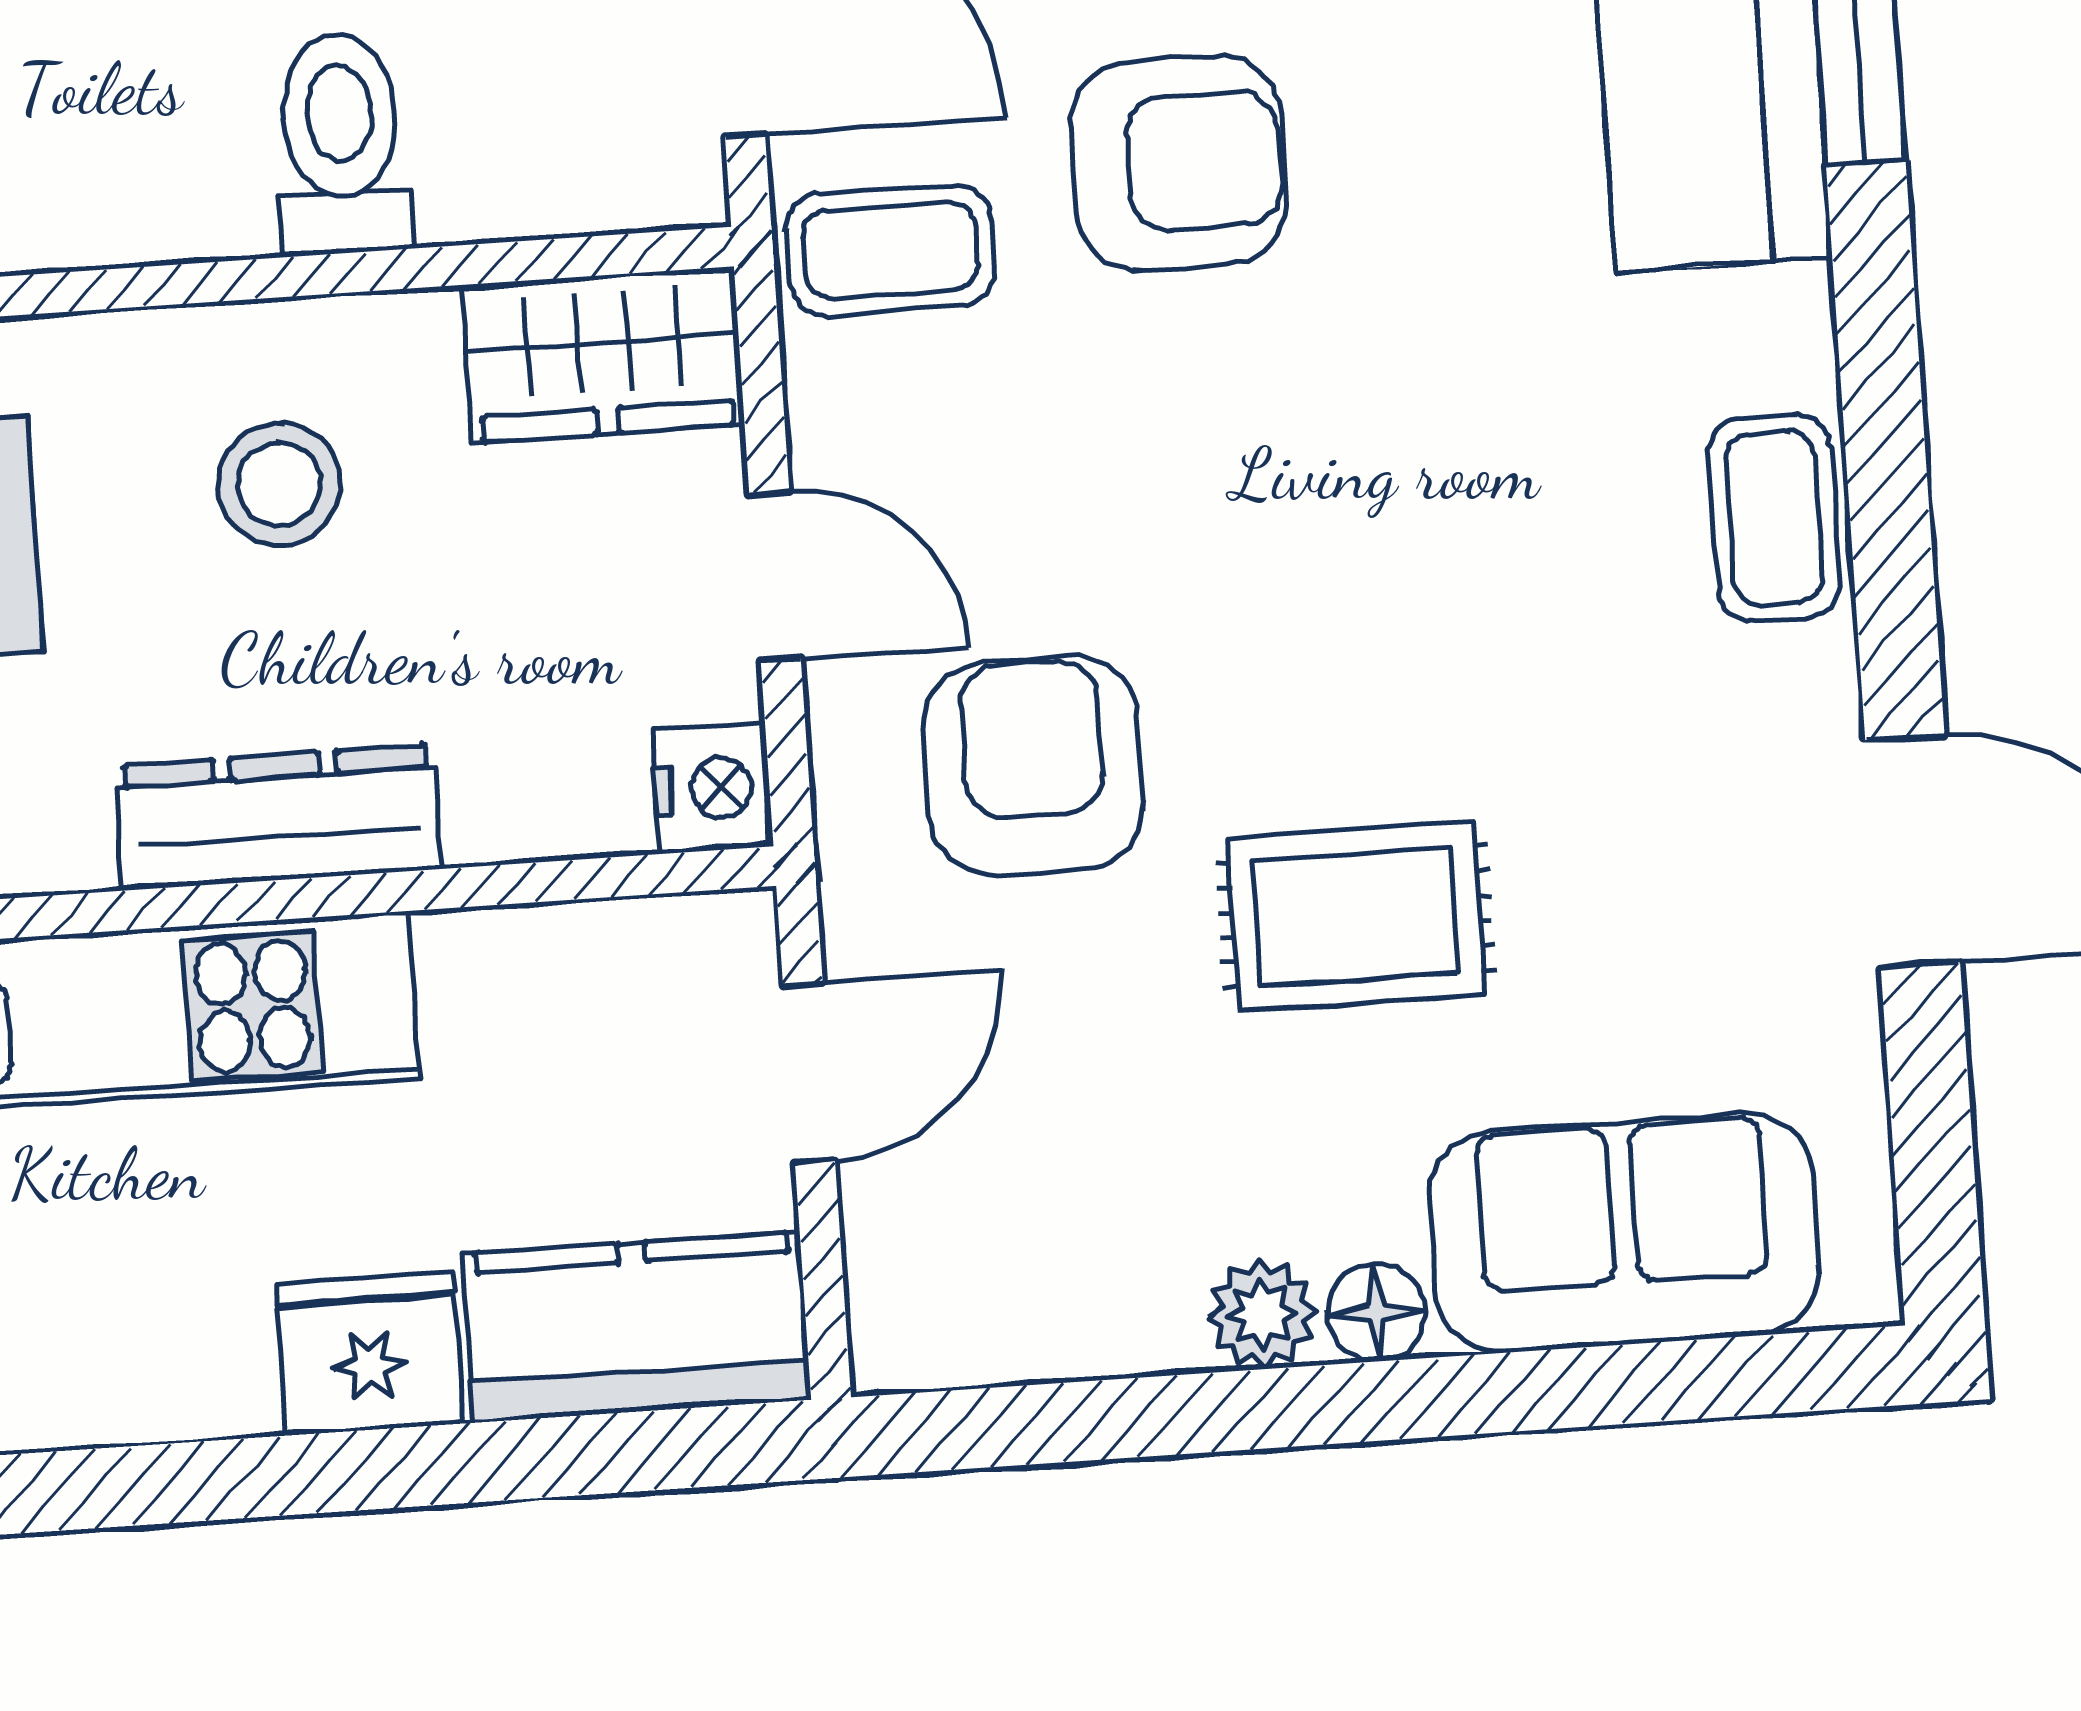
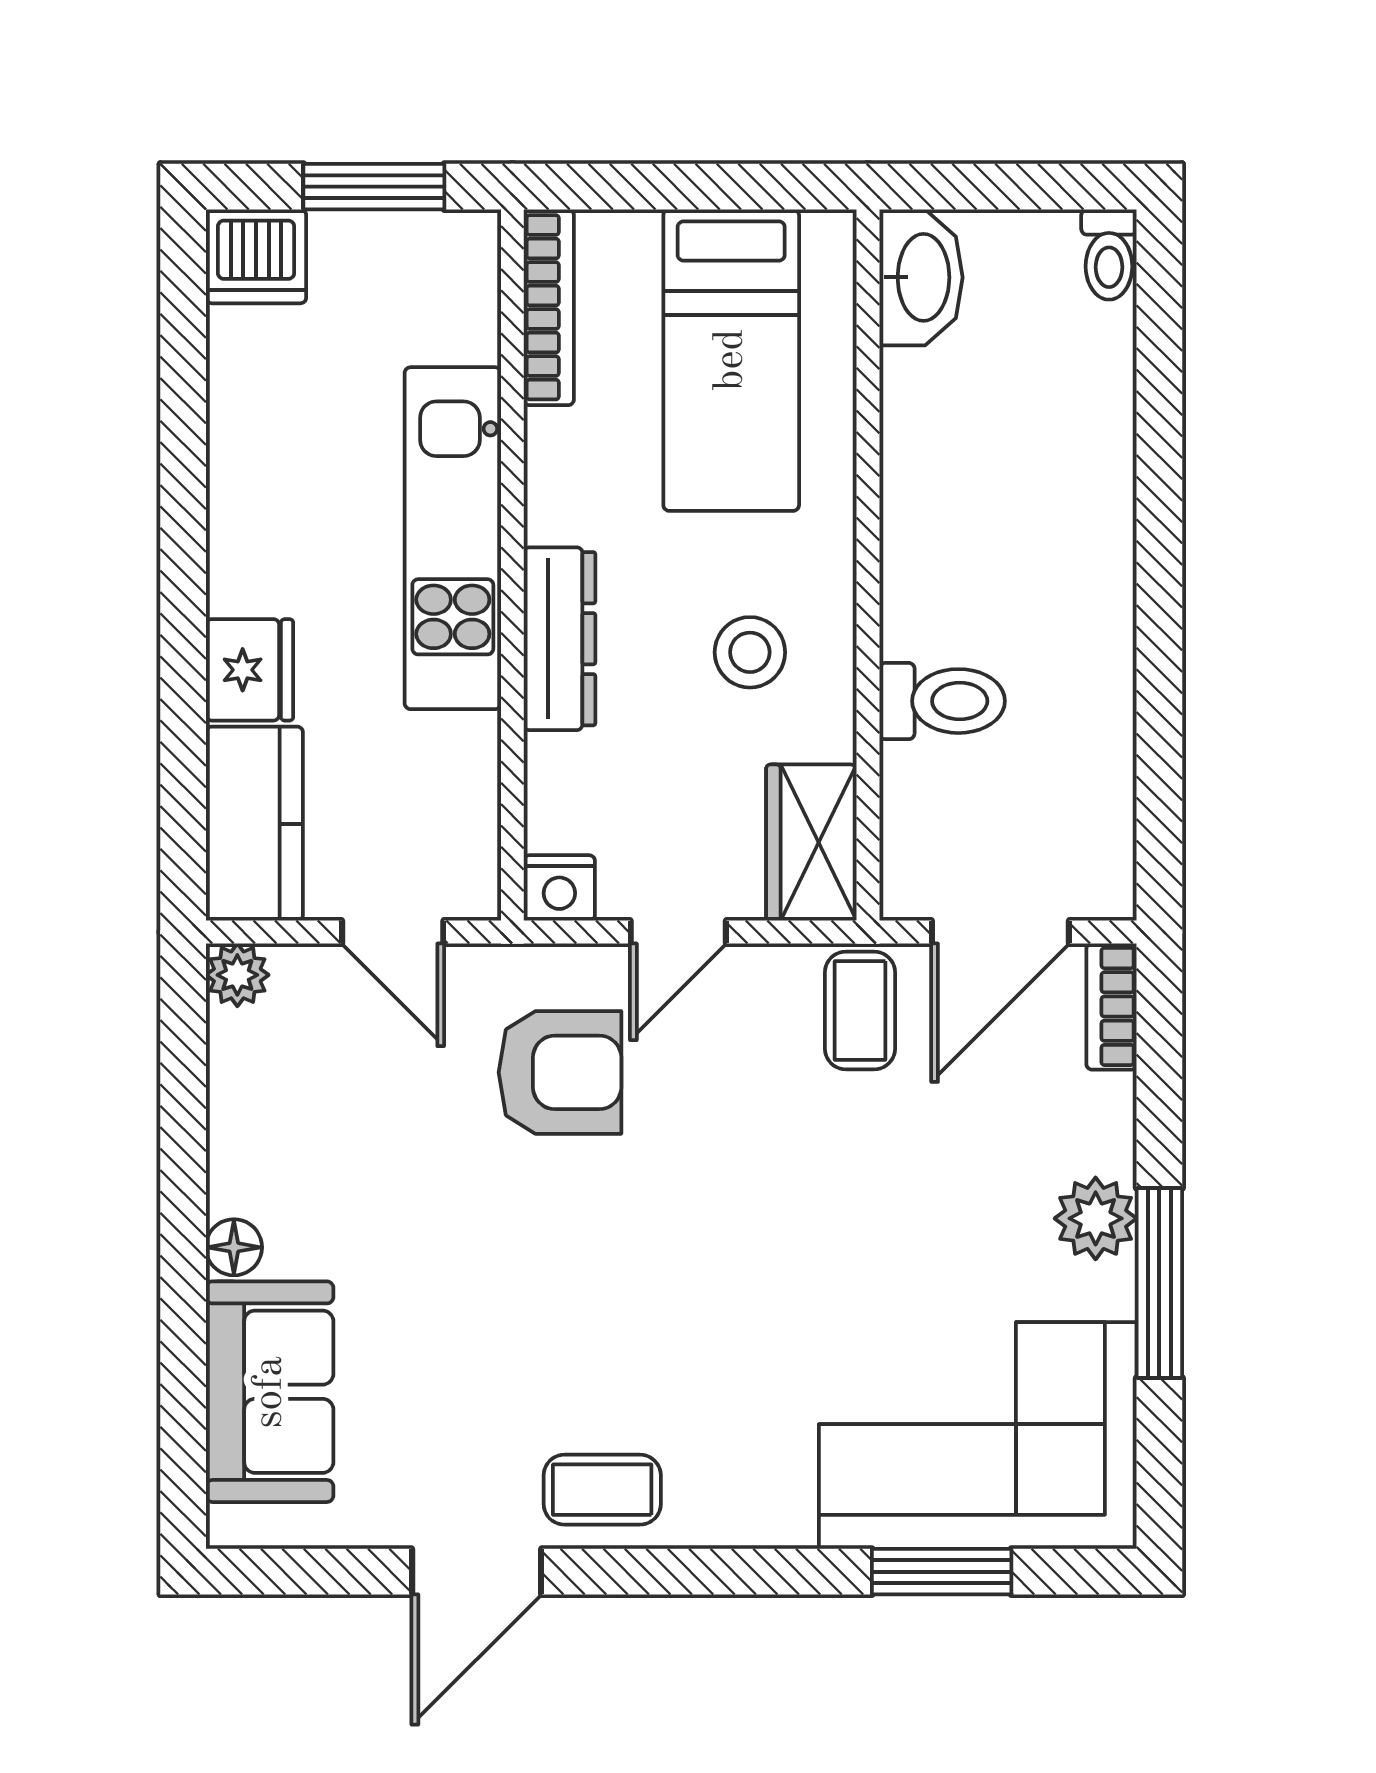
armchair: (1178, 163) -> (899, 1179), removed
coffee table: (1774, 518) -> (602, 1490), moved
rug: (1356, 917) -> (461, 1251), removed
plant: (1262, 1314) -> (237, 975), moved

